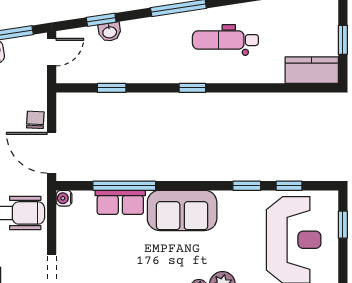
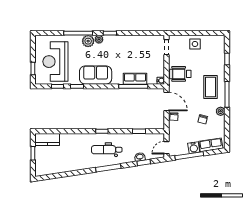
dental chair: (225, 40) -> (107, 150), moved, turned 180
sofa: (182, 210) -> (96, 75), moved

